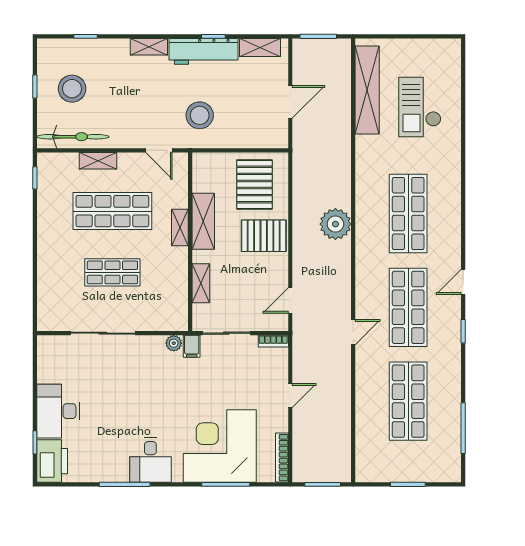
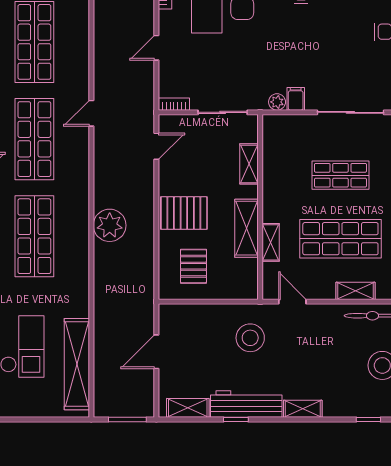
pallet: (254, 184) -> (193, 266), width x0.67, depth x0.71
shelving: (180, 227) -> (271, 242), moved
filing cabinet: (192, 346) -> (296, 99), moved

